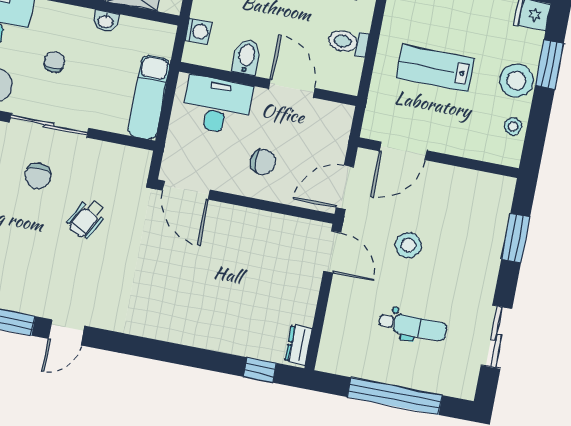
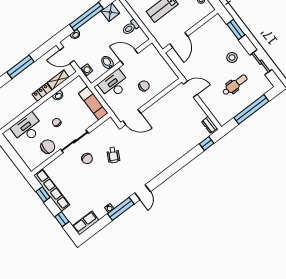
door: (345, 187) -> (174, 68), removed
stool: (408, 245) -> (232, 57), moved

